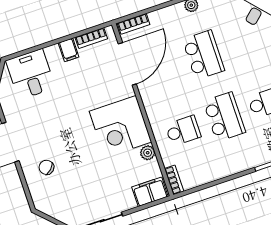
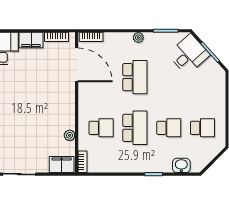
filing cabinet: (69, 50) -> (31, 40), width x2.00
door: (127, 64) -> (77, 65), hinge flipped
corner desk: (120, 127) -> (56, 109), removed

